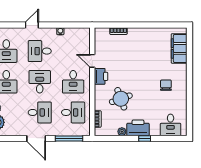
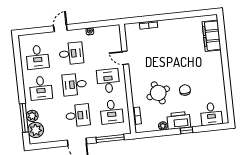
desk: (40, 51) -> (71, 53), turned 180
printer: (101, 76) -> (136, 72), removed
desk: (40, 82) -> (75, 84), turned -90
desk: (73, 82) -> (108, 81), turned 180
chair: (166, 85) -> (185, 90), moved
desk: (73, 112) -> (112, 112), turned 90

